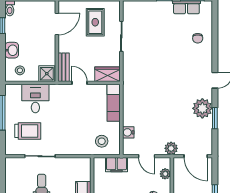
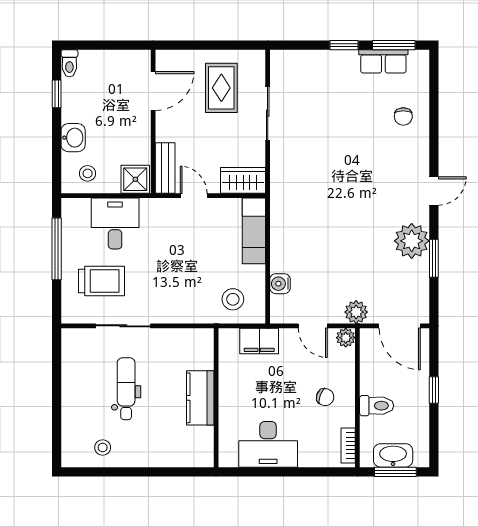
plant: (165, 174) -> (346, 338), moved

